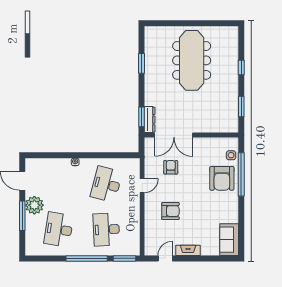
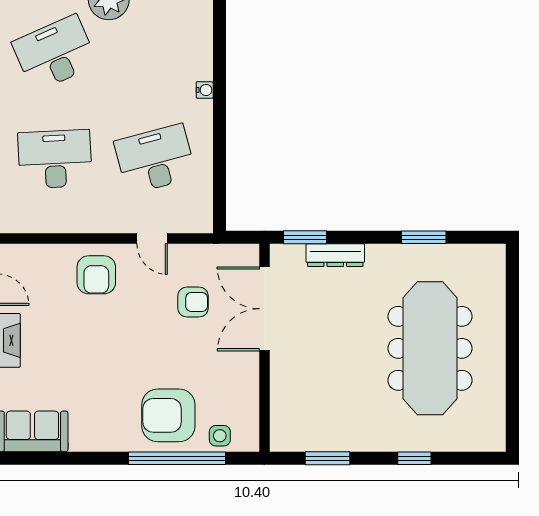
meeting table: (192, 60) -> (430, 348), turned 90
dresser: (150, 120) -> (335, 255), moved
desk: (106, 184) -> (155, 159), turned -30
armchair: (170, 211) -> (96, 275), moved
desk: (59, 229) -> (55, 53), turned -33

